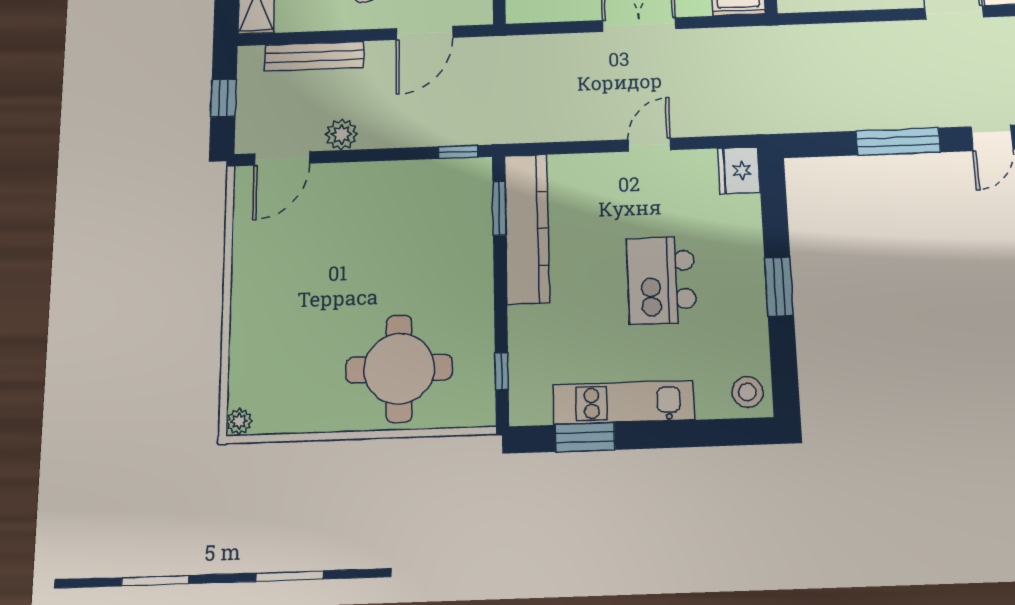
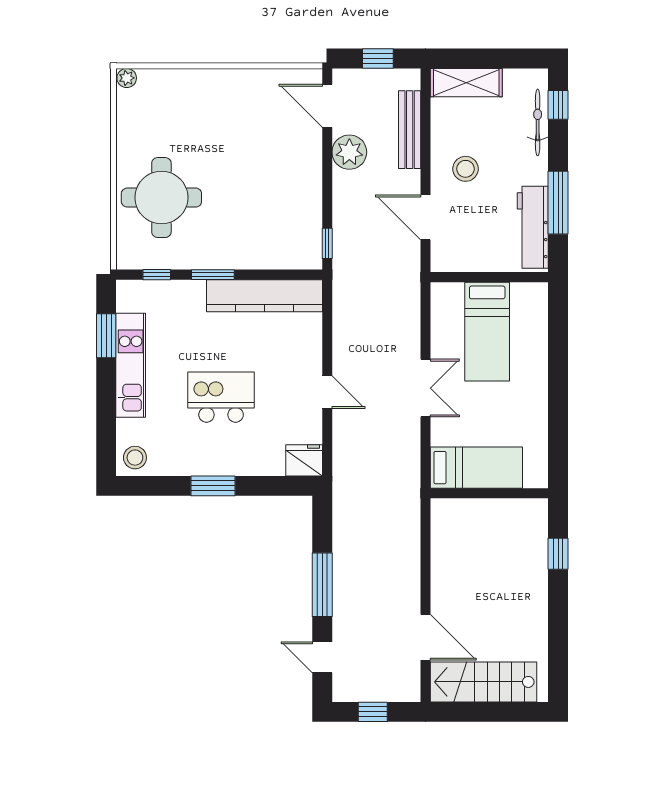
plant: (342, 134) -> (349, 152), width x1.36, depth x1.36
window: (499, 208) -> (213, 275), moved

